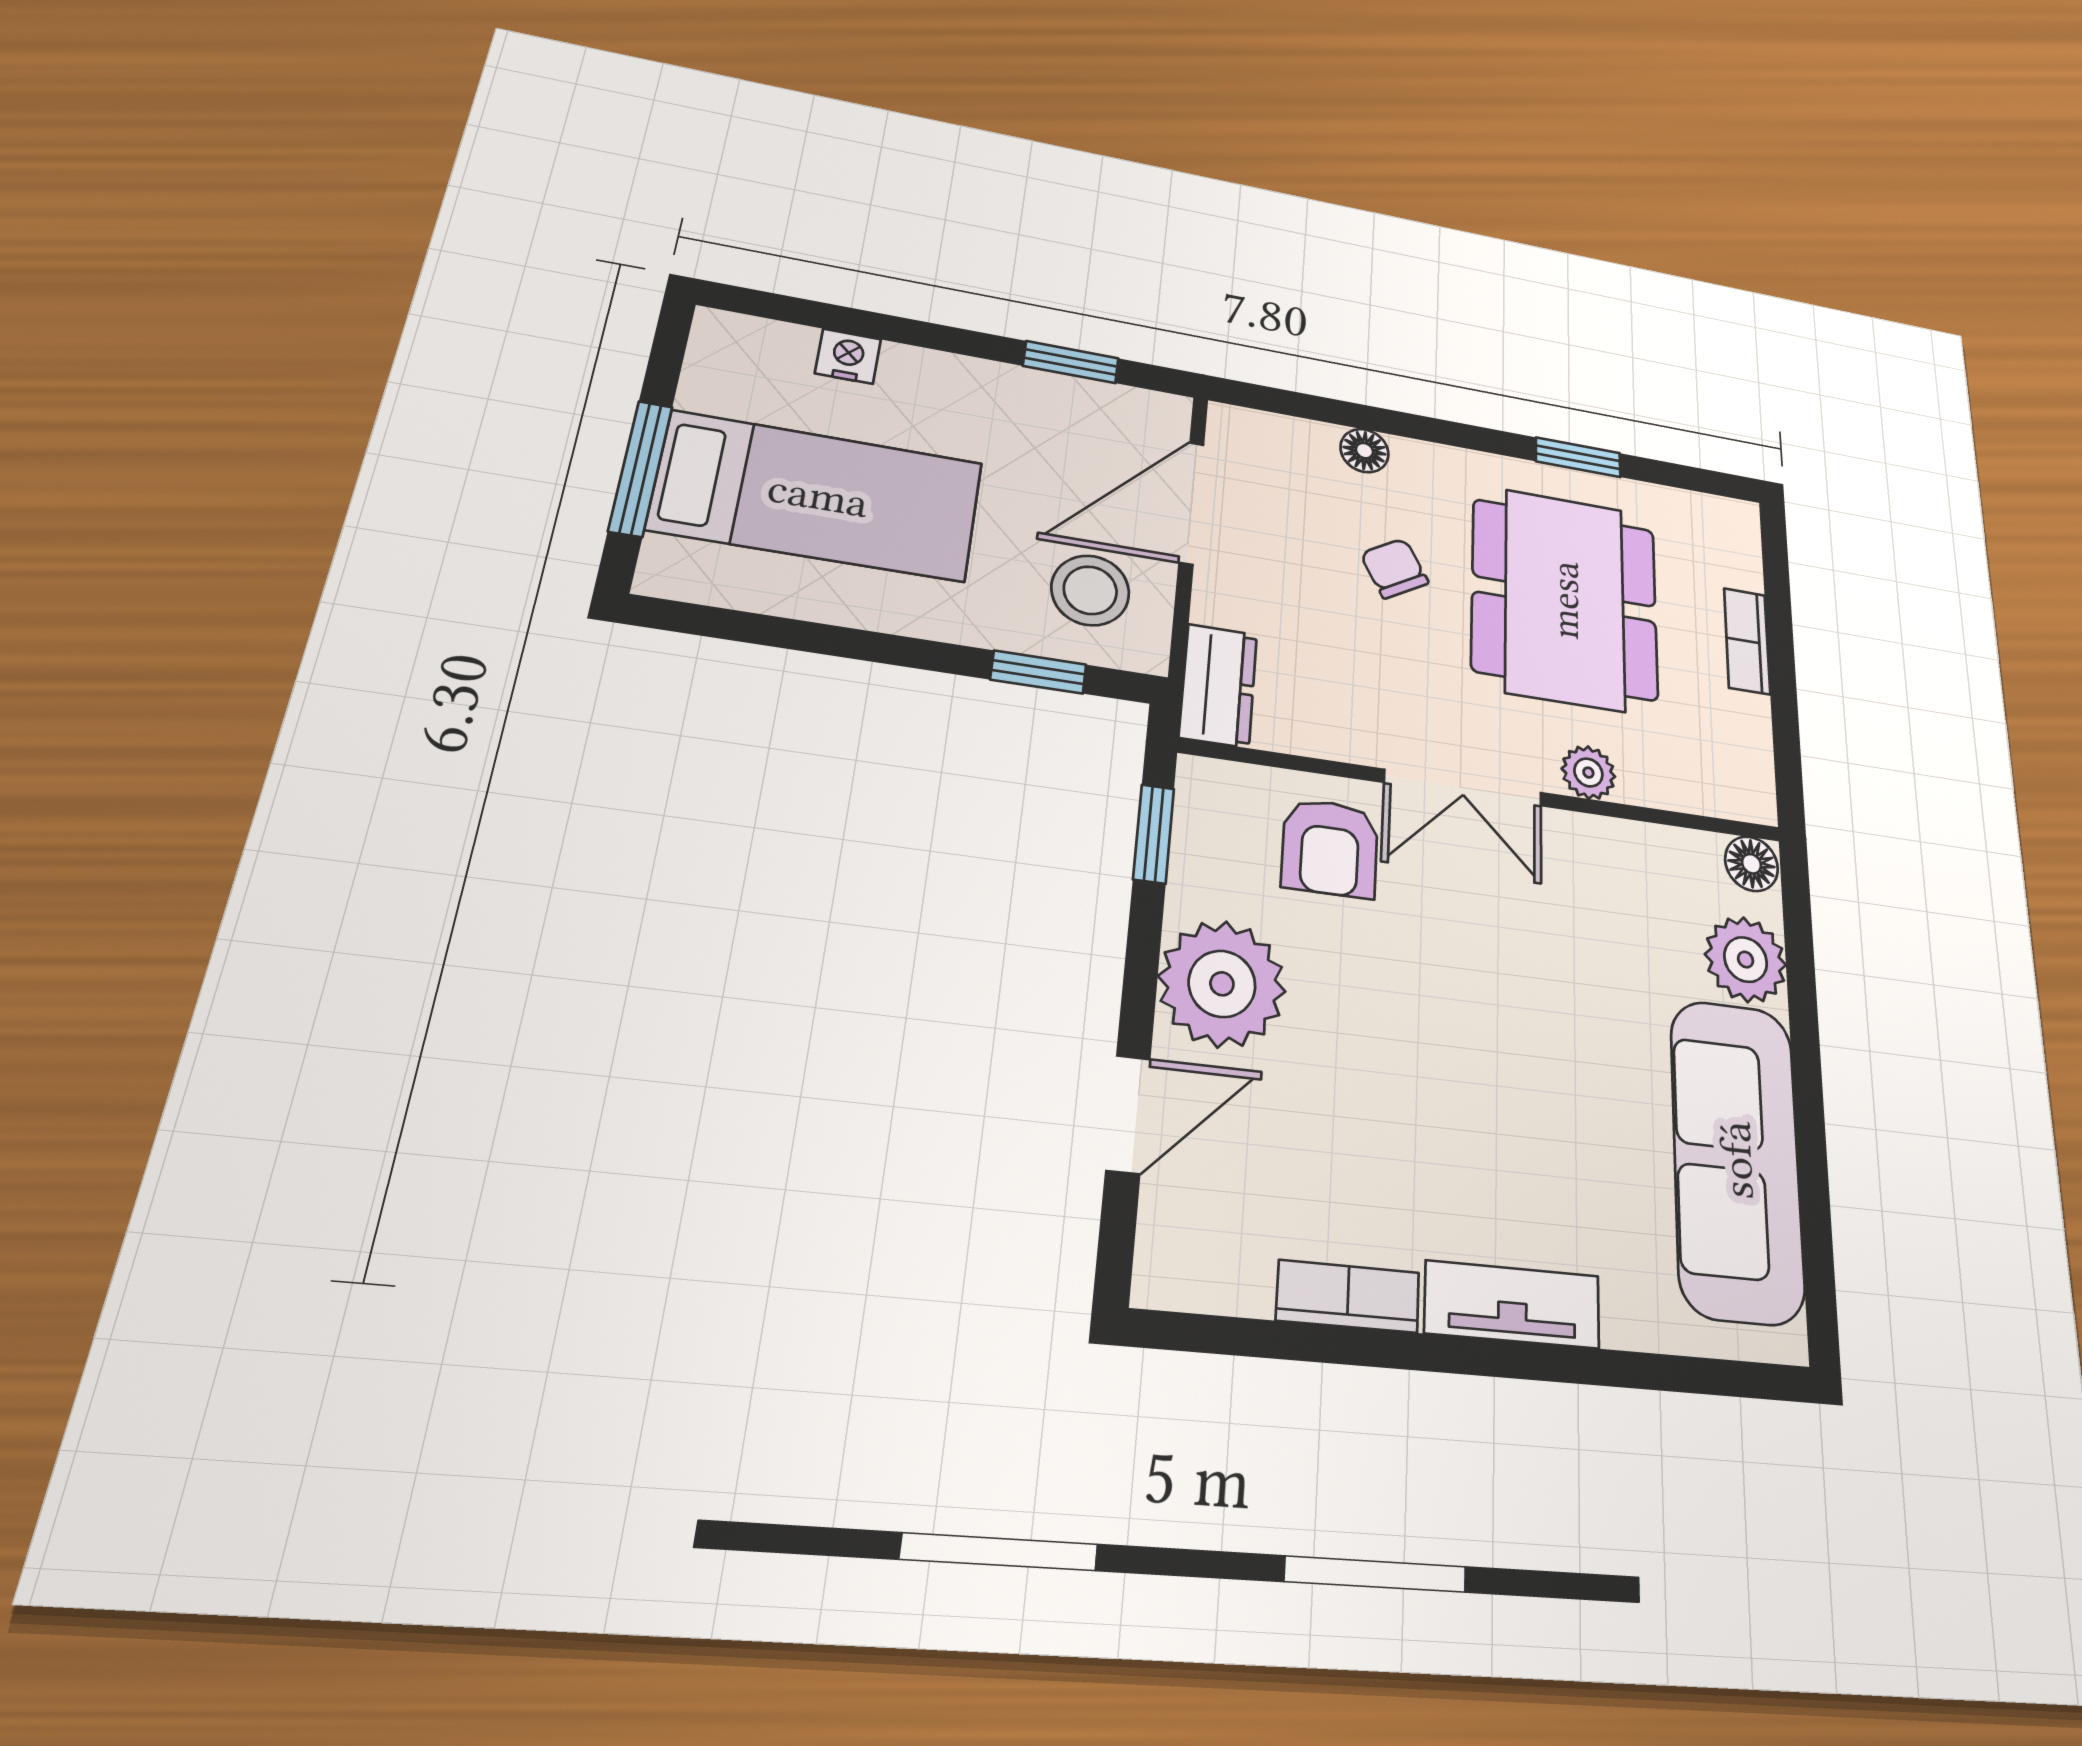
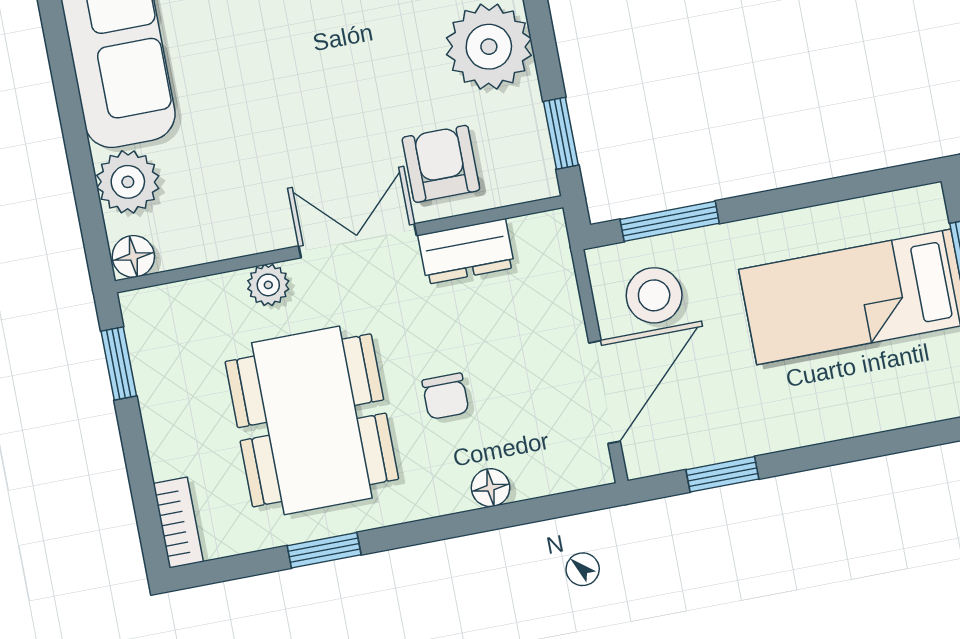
nightstand: (848, 356) -> (874, 414), removed
chair: (1394, 568) -> (445, 396), turned 30
bookcase: (1747, 641) -> (178, 523), moved
window: (1038, 672) -> (670, 221), width x1.50
dresser: (1218, 686) -> (466, 251), moved, turned -90
window: (1787, 743) -> (119, 363), added

